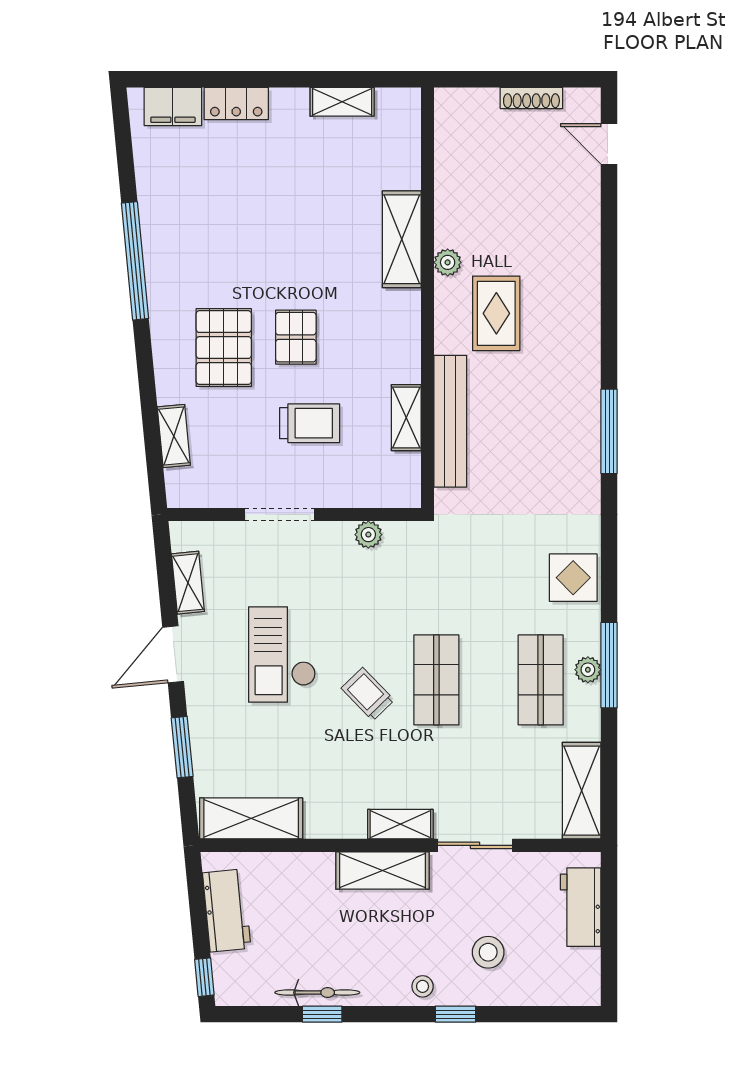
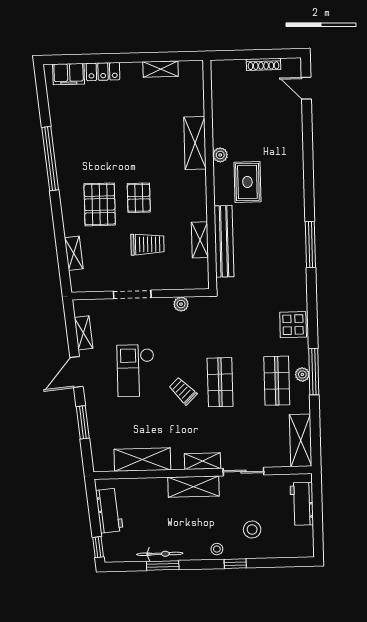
shelving: (251, 818) -> (142, 460), moved
window: (322, 1014) -> (163, 565), width x1.50

